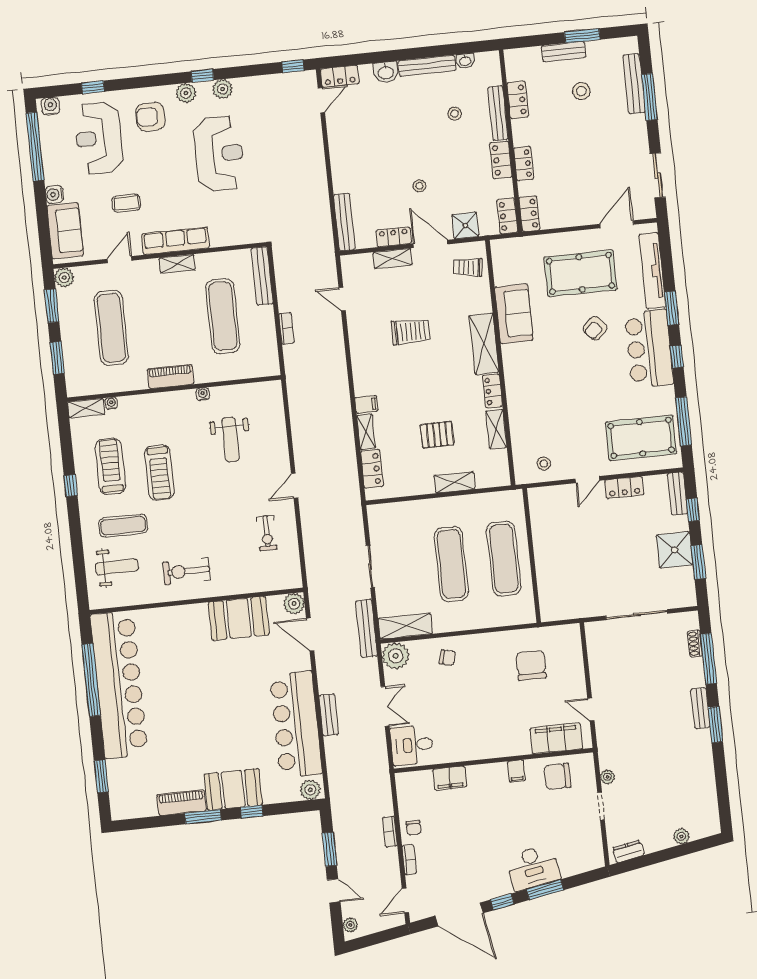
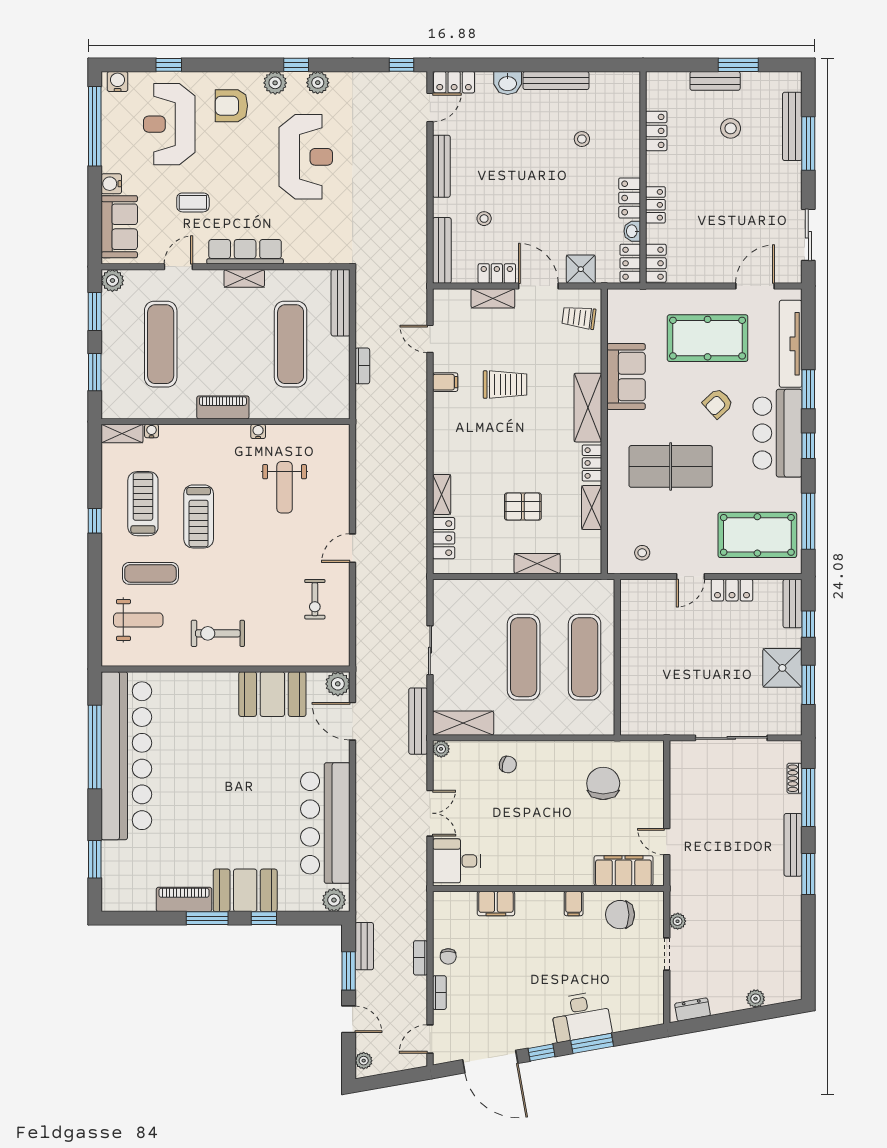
washbasin: (465, 61) -> (632, 231), moved, turned 90
bench: (498, 113) -> (441, 166), moved
stool: (419, 186) -> (484, 219), moved
table tennis table: (560, 387) -> (671, 466), added
filing cabinet: (366, 404) -> (445, 382), moved
plant: (396, 656) -> (441, 749), width x0.53, depth x0.53
bench: (700, 708) -> (793, 845), width x1.36
bench: (329, 715) -> (364, 946), moved

